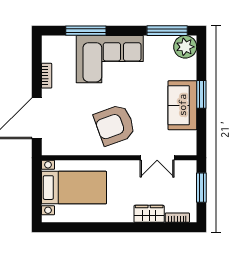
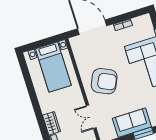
armchair: (115, 125) -> (104, 81), turned 135

